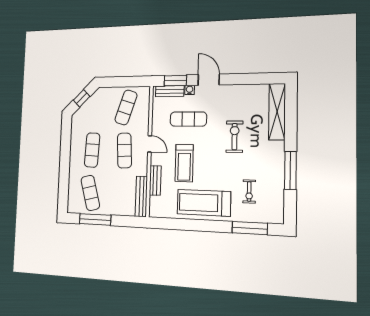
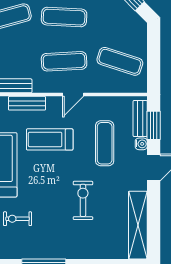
shelving: (277, 112) -> (138, 225), moved, turned 90
exercise bike: (235, 137) -> (83, 200), turned -90

